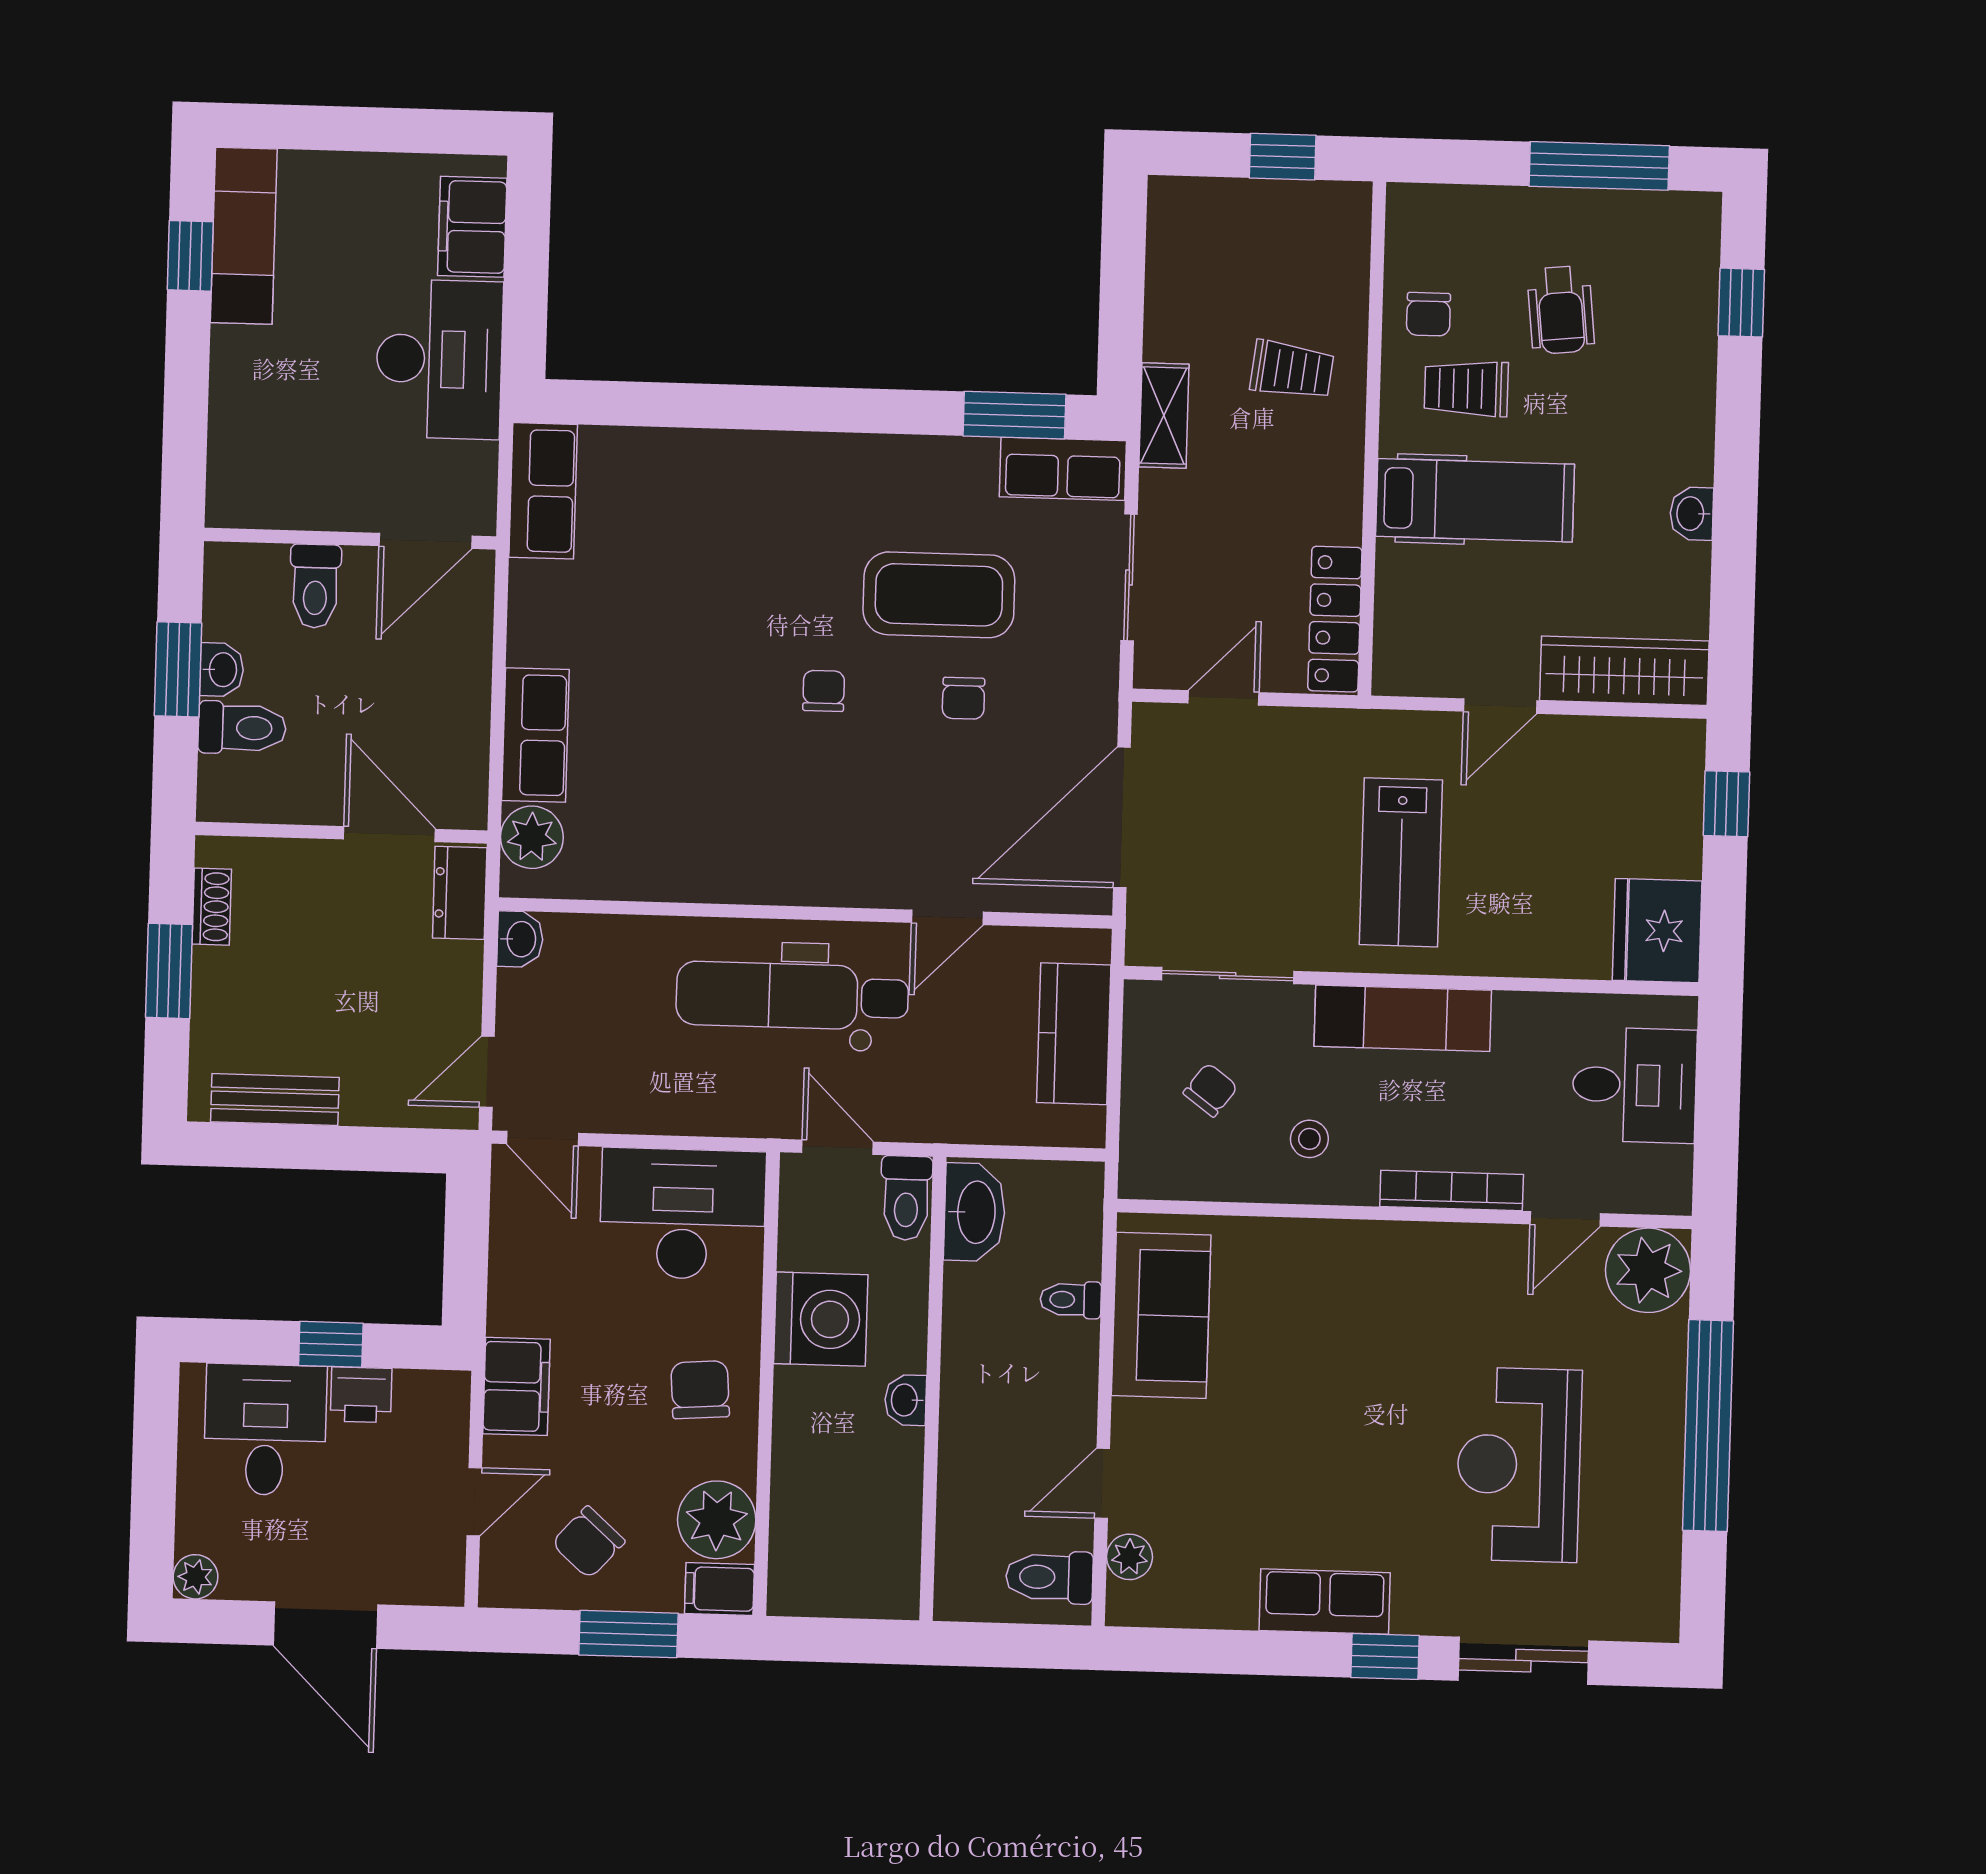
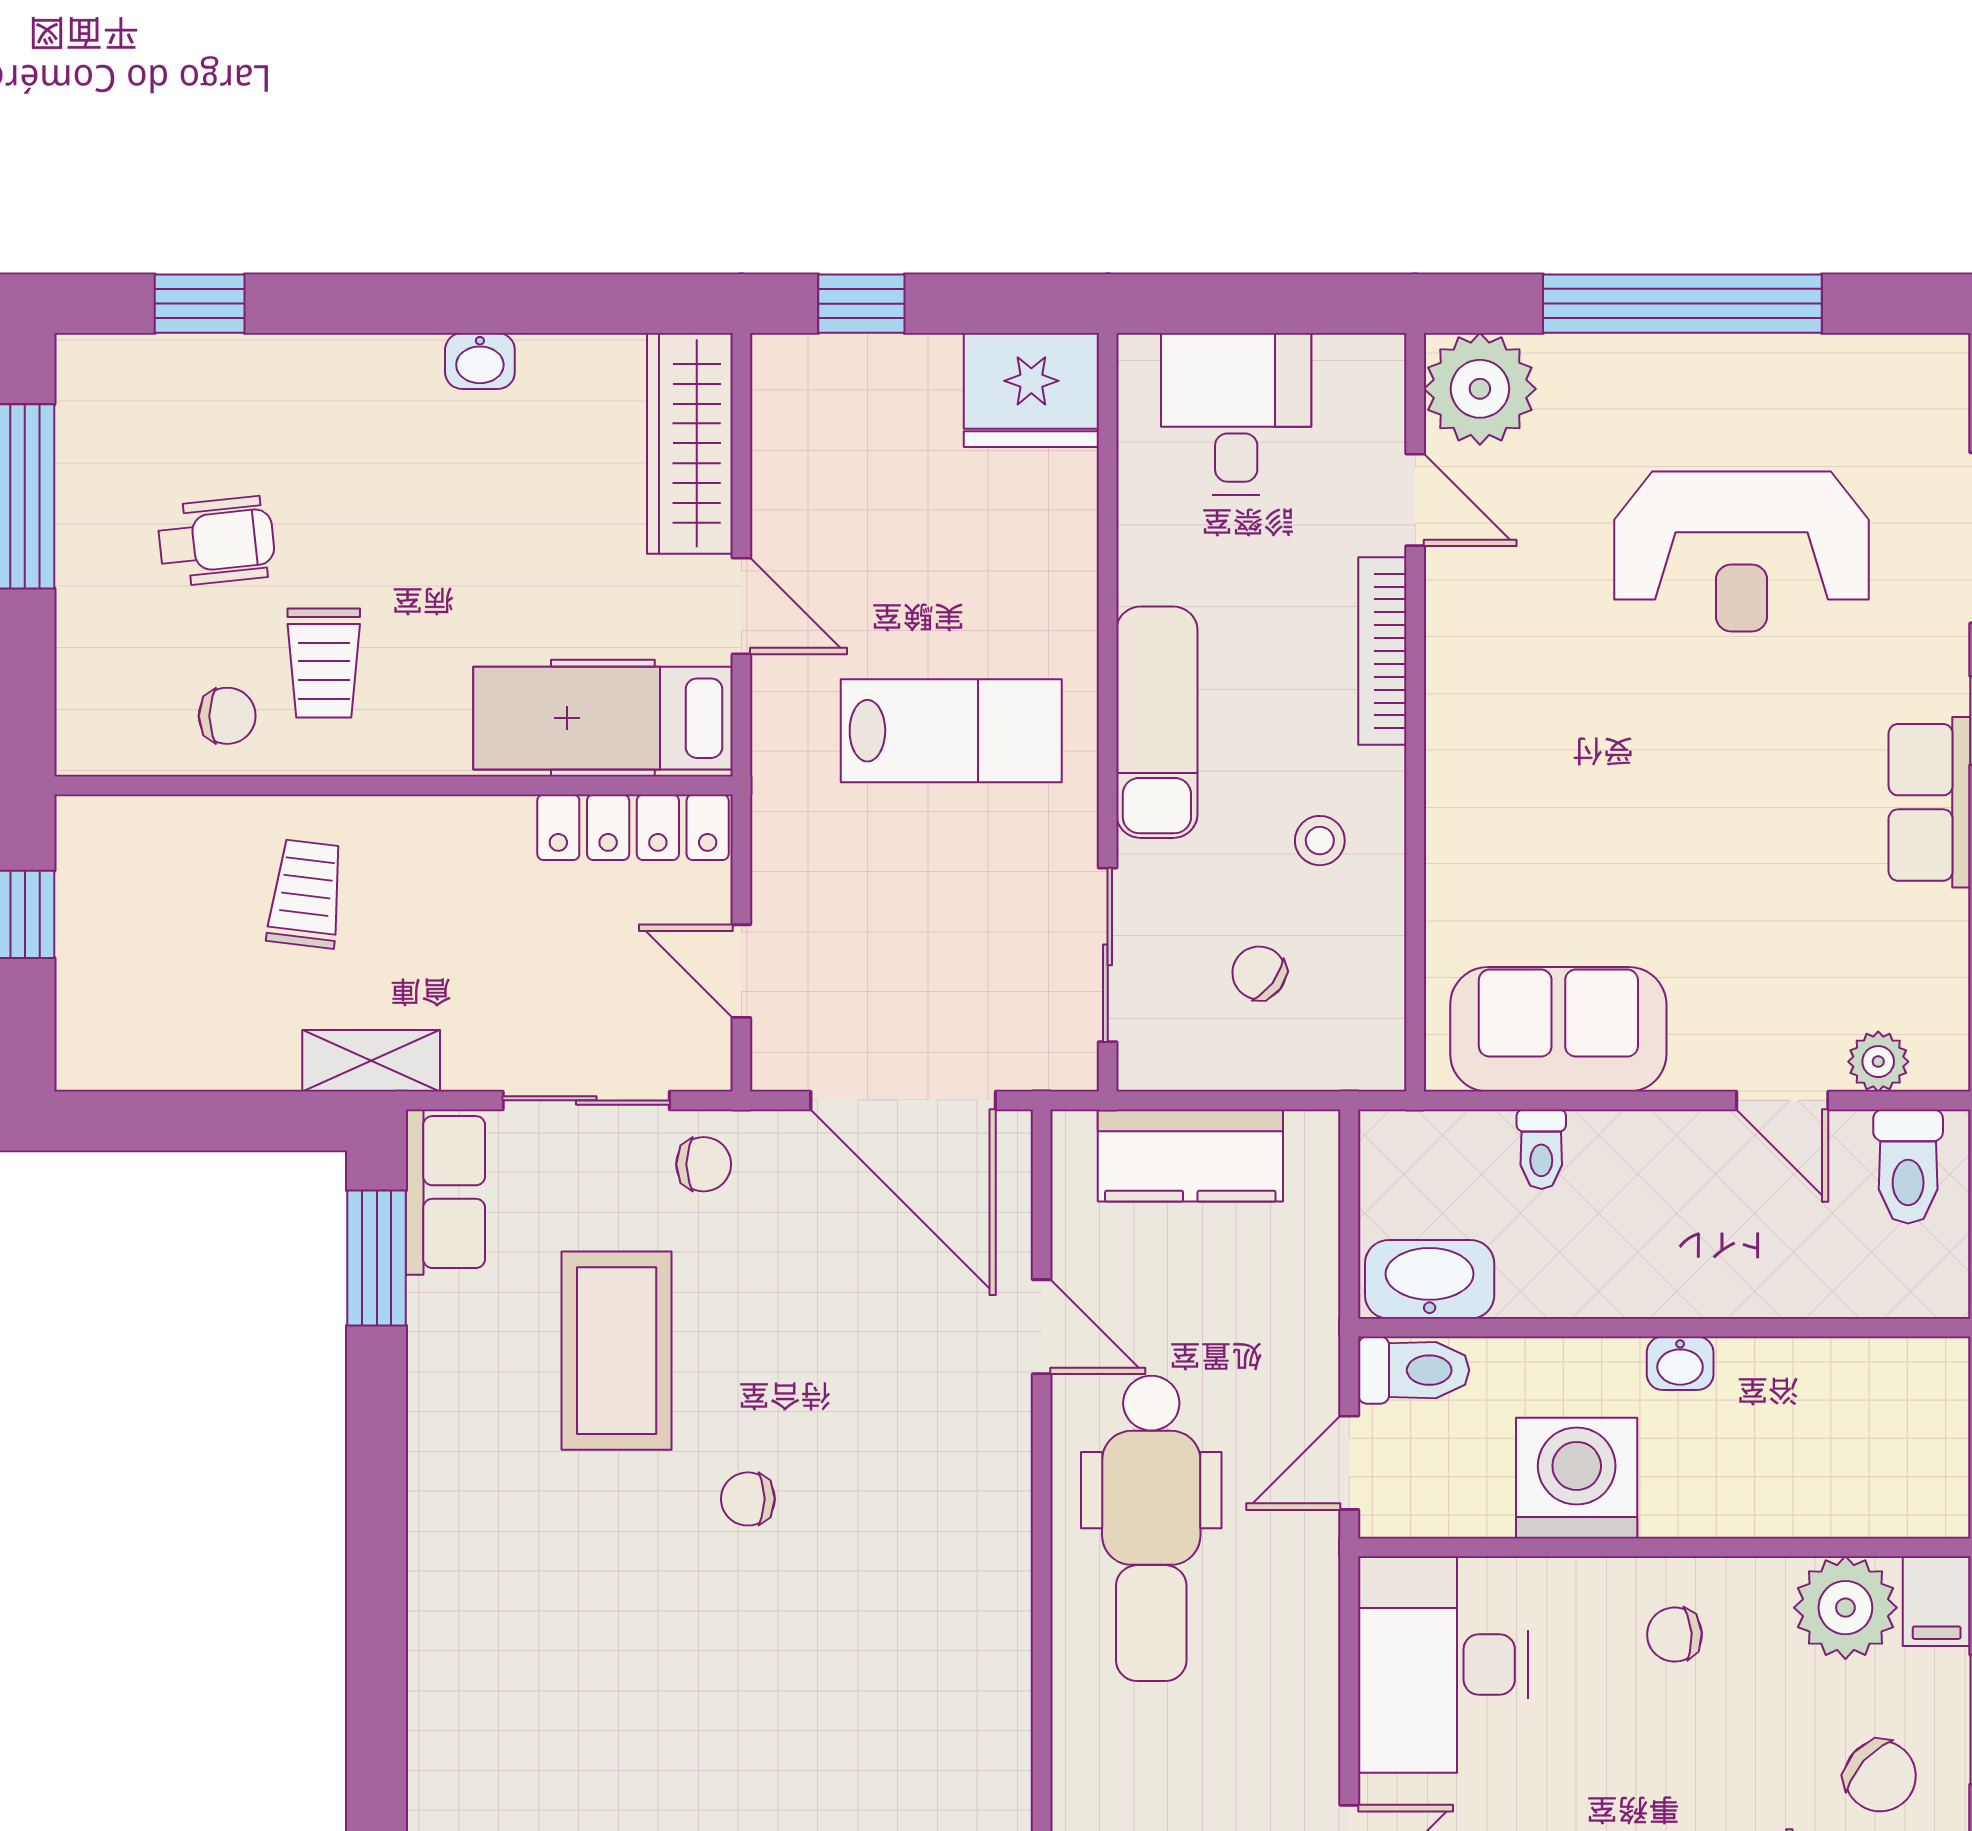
hospital bed: (1475, 500) -> (603, 718), moved, turned -90
chair: (963, 698) -> (704, 1164), moved
chair: (700, 1390) -> (1675, 1635), width x0.73, depth x0.73

